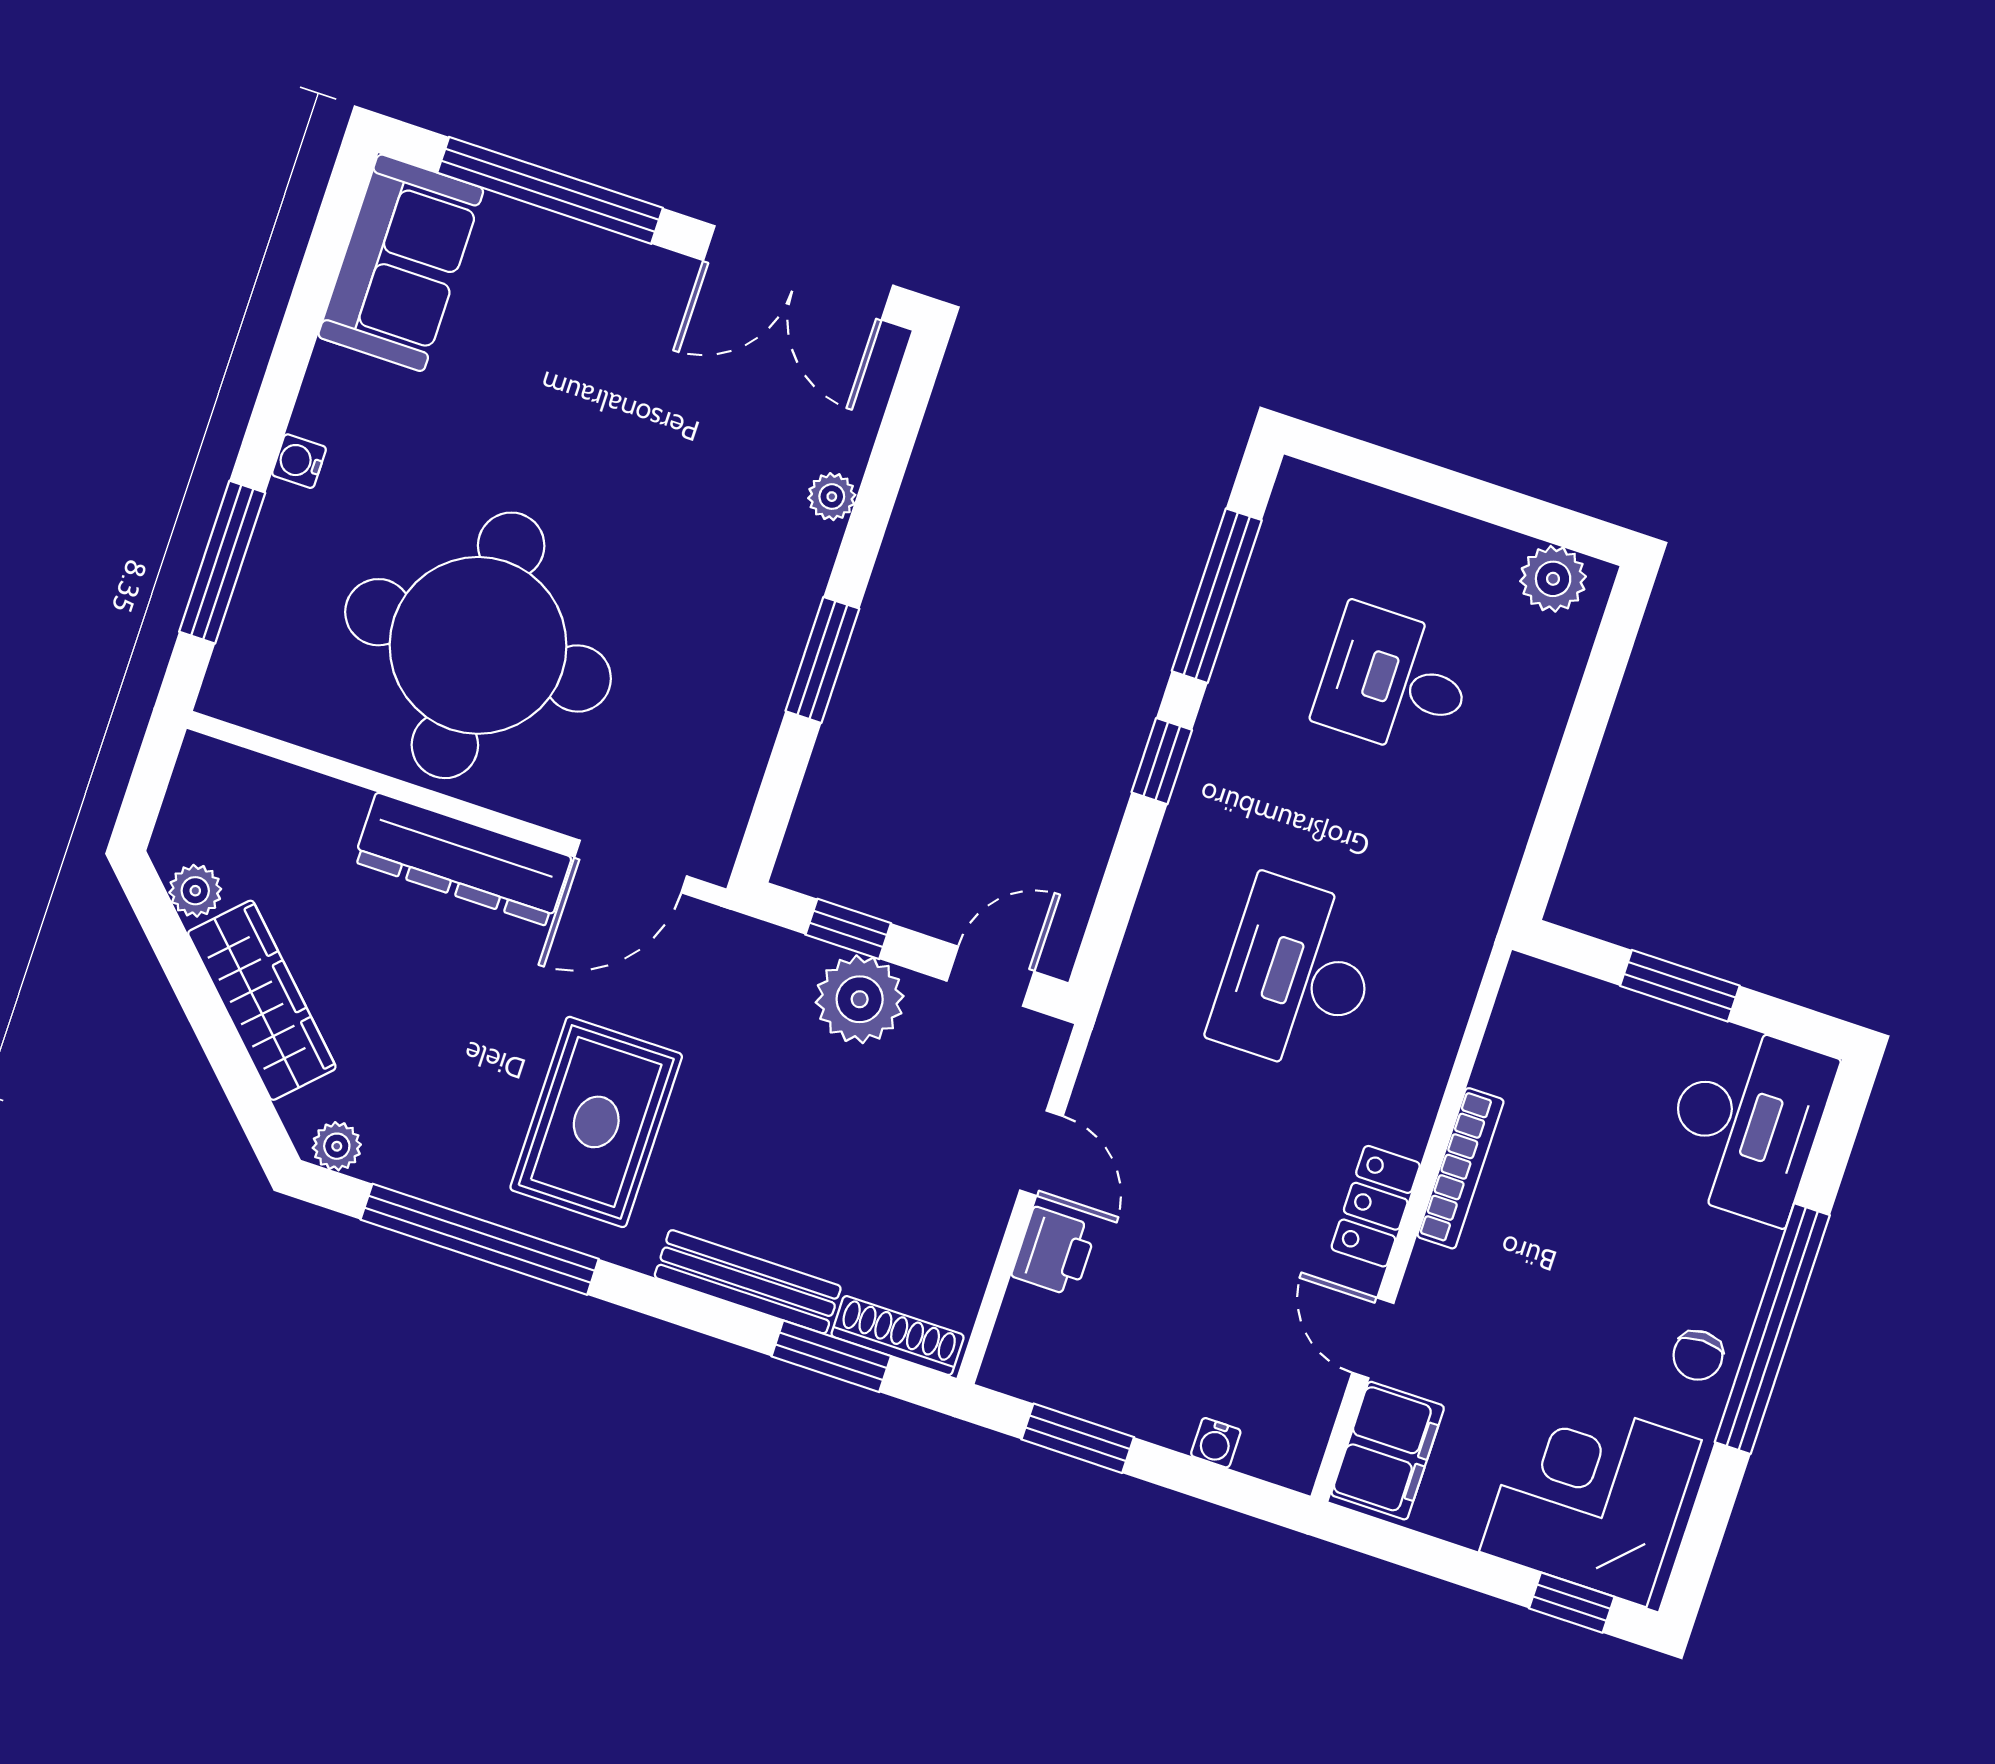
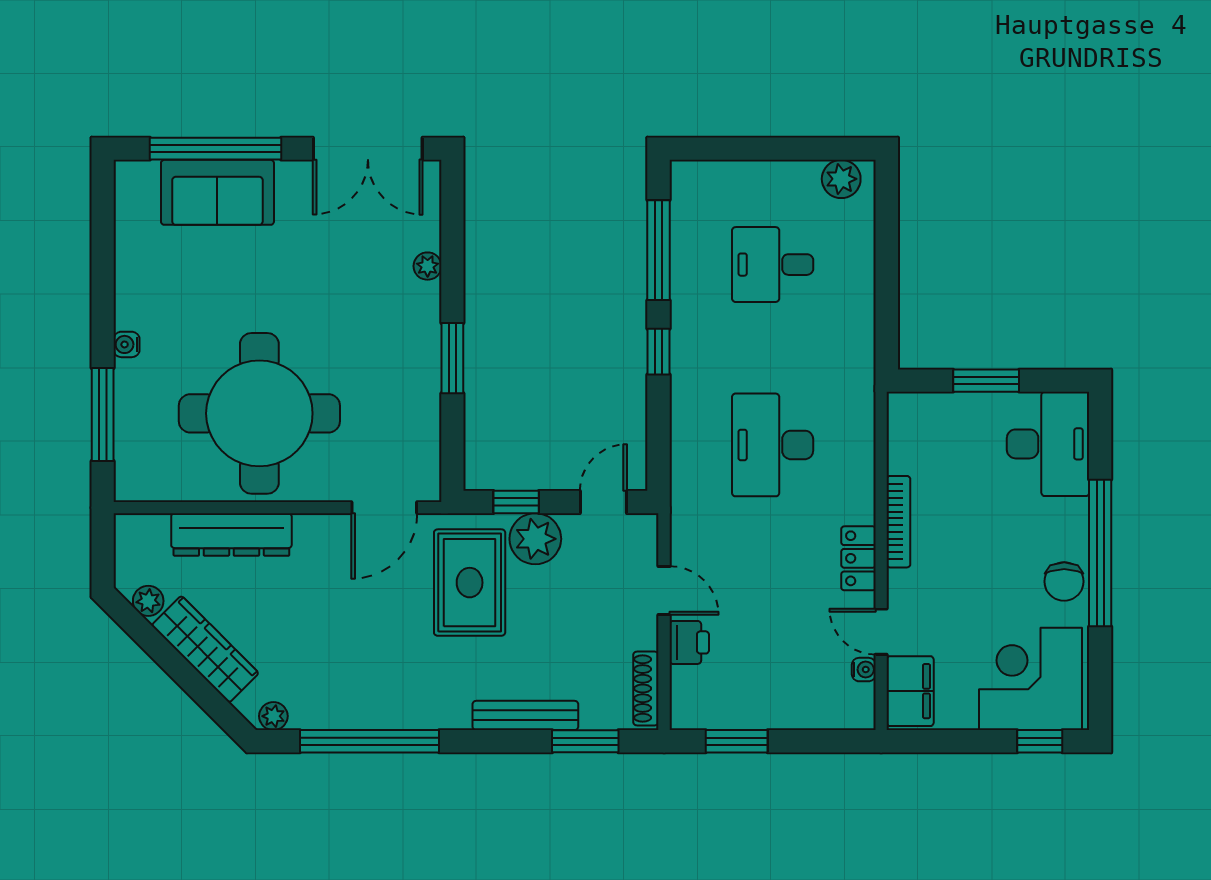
sofa: (401, 263) -> (217, 192), moved, turned 90
dresser: (463, 859) -> (231, 535), moved
rug: (596, 1122) -> (470, 583), moved
shoe rack: (898, 1336) -> (646, 689), moved, turned -90
chair: (1698, 1355) -> (1064, 581), width x1.37, depth x1.37
water cooler: (1216, 1443) -> (864, 670), moved, turned -90

